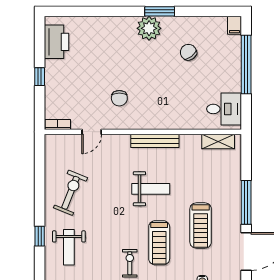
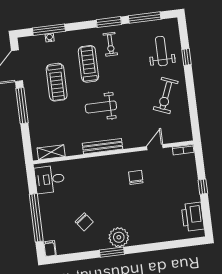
treadmill: (201, 226) -> (57, 82), turned 180

